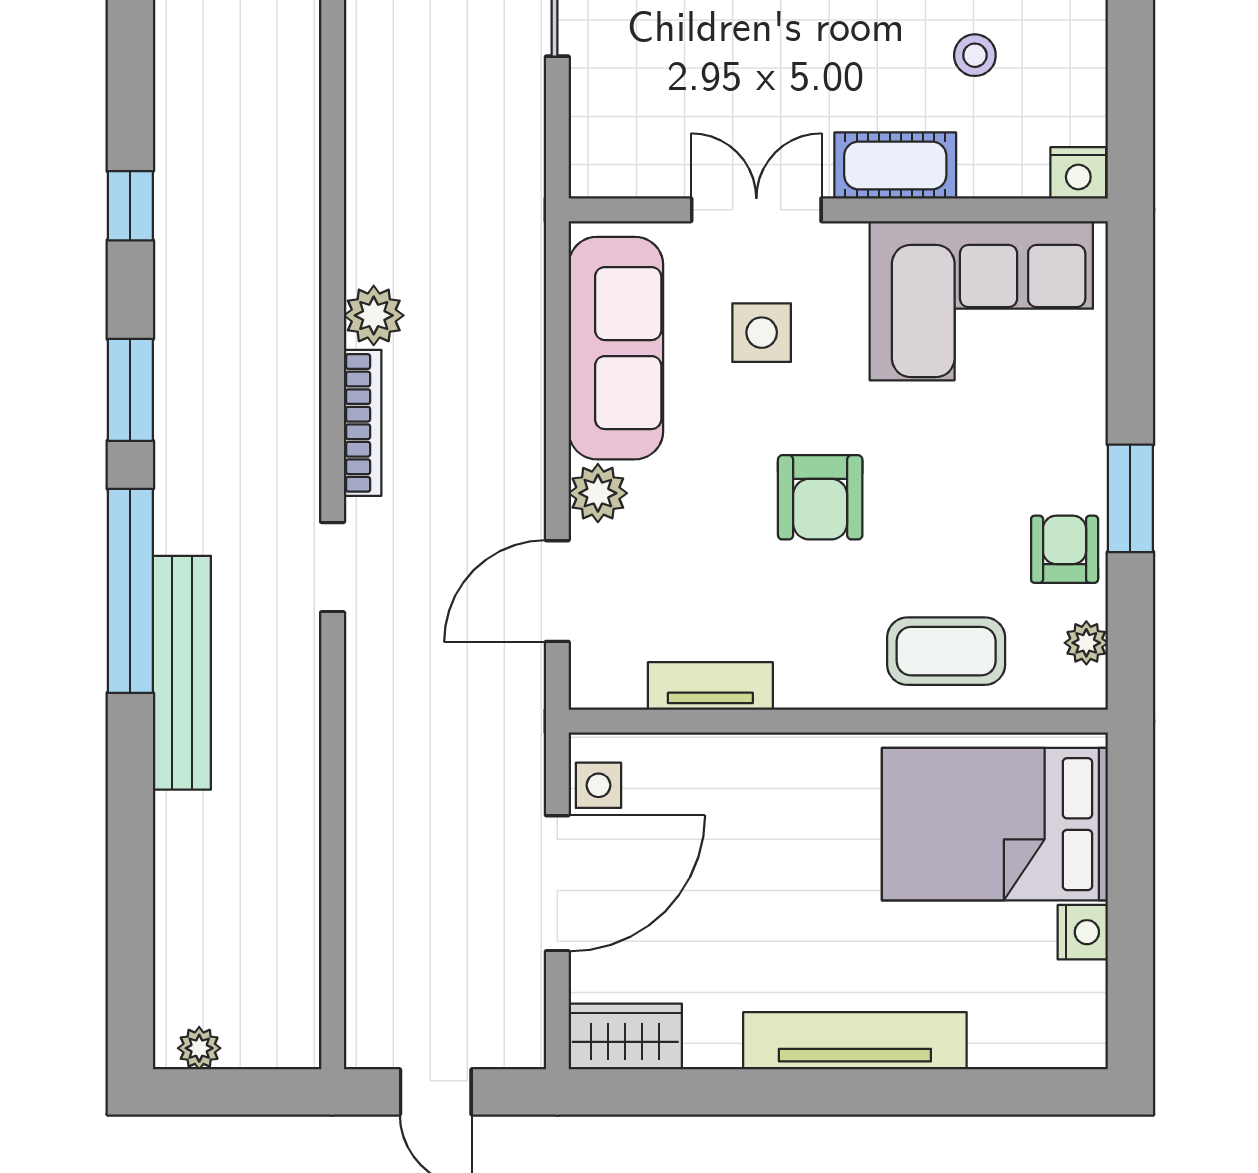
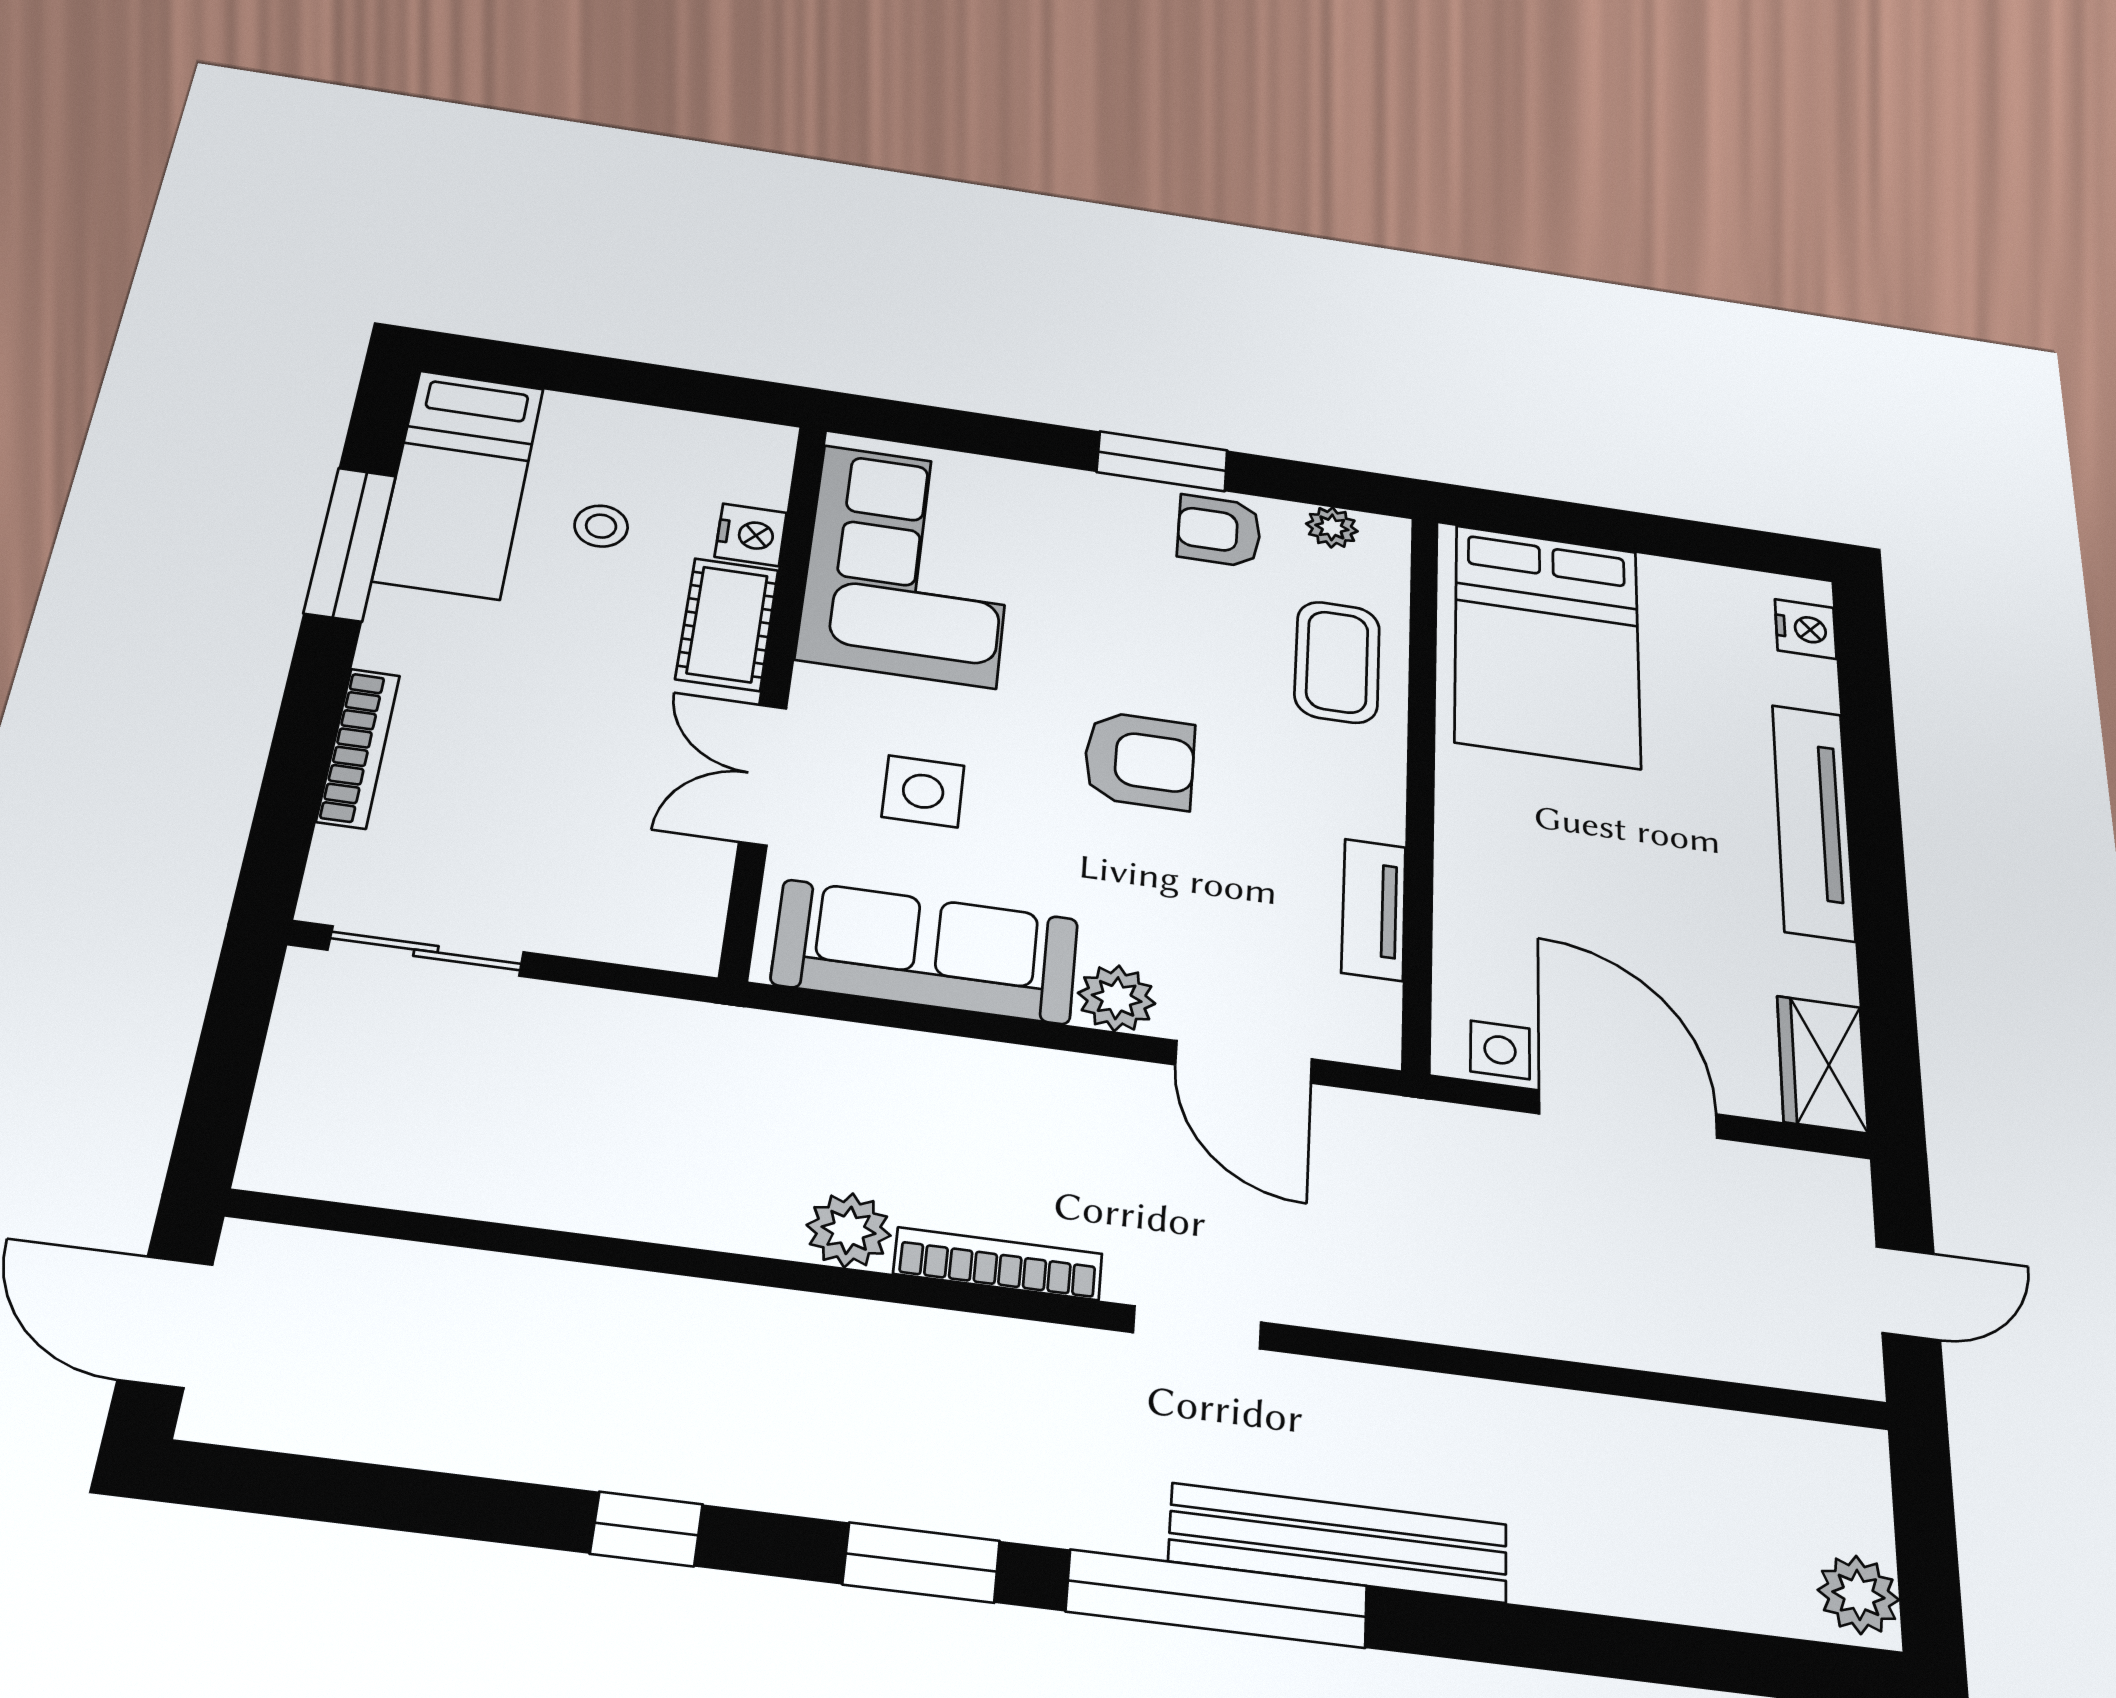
nightstand: (1078, 173) -> (751, 535), moved
nightstand: (1083, 932) -> (1806, 629), moved, turned 90
plant: (199, 1048) -> (1858, 1595), width x1.38, depth x1.38

